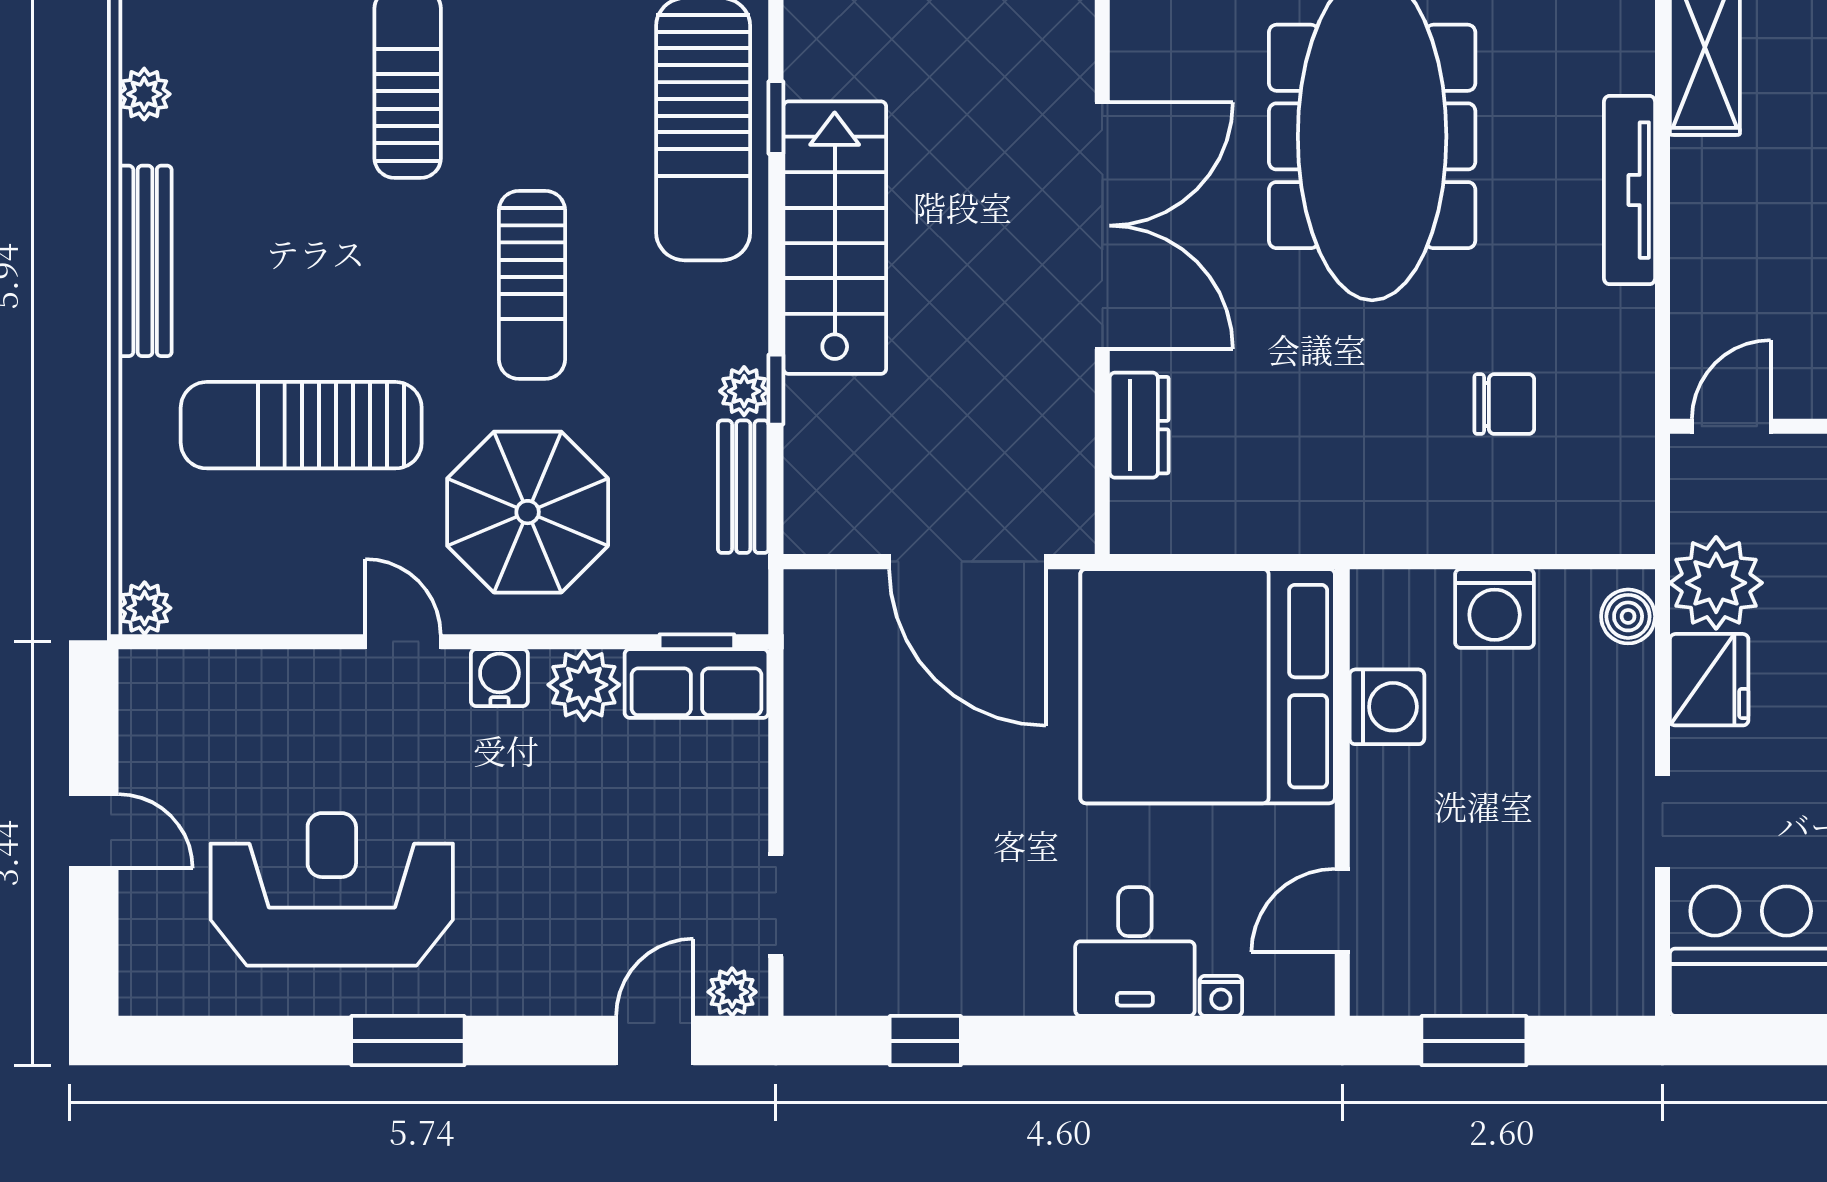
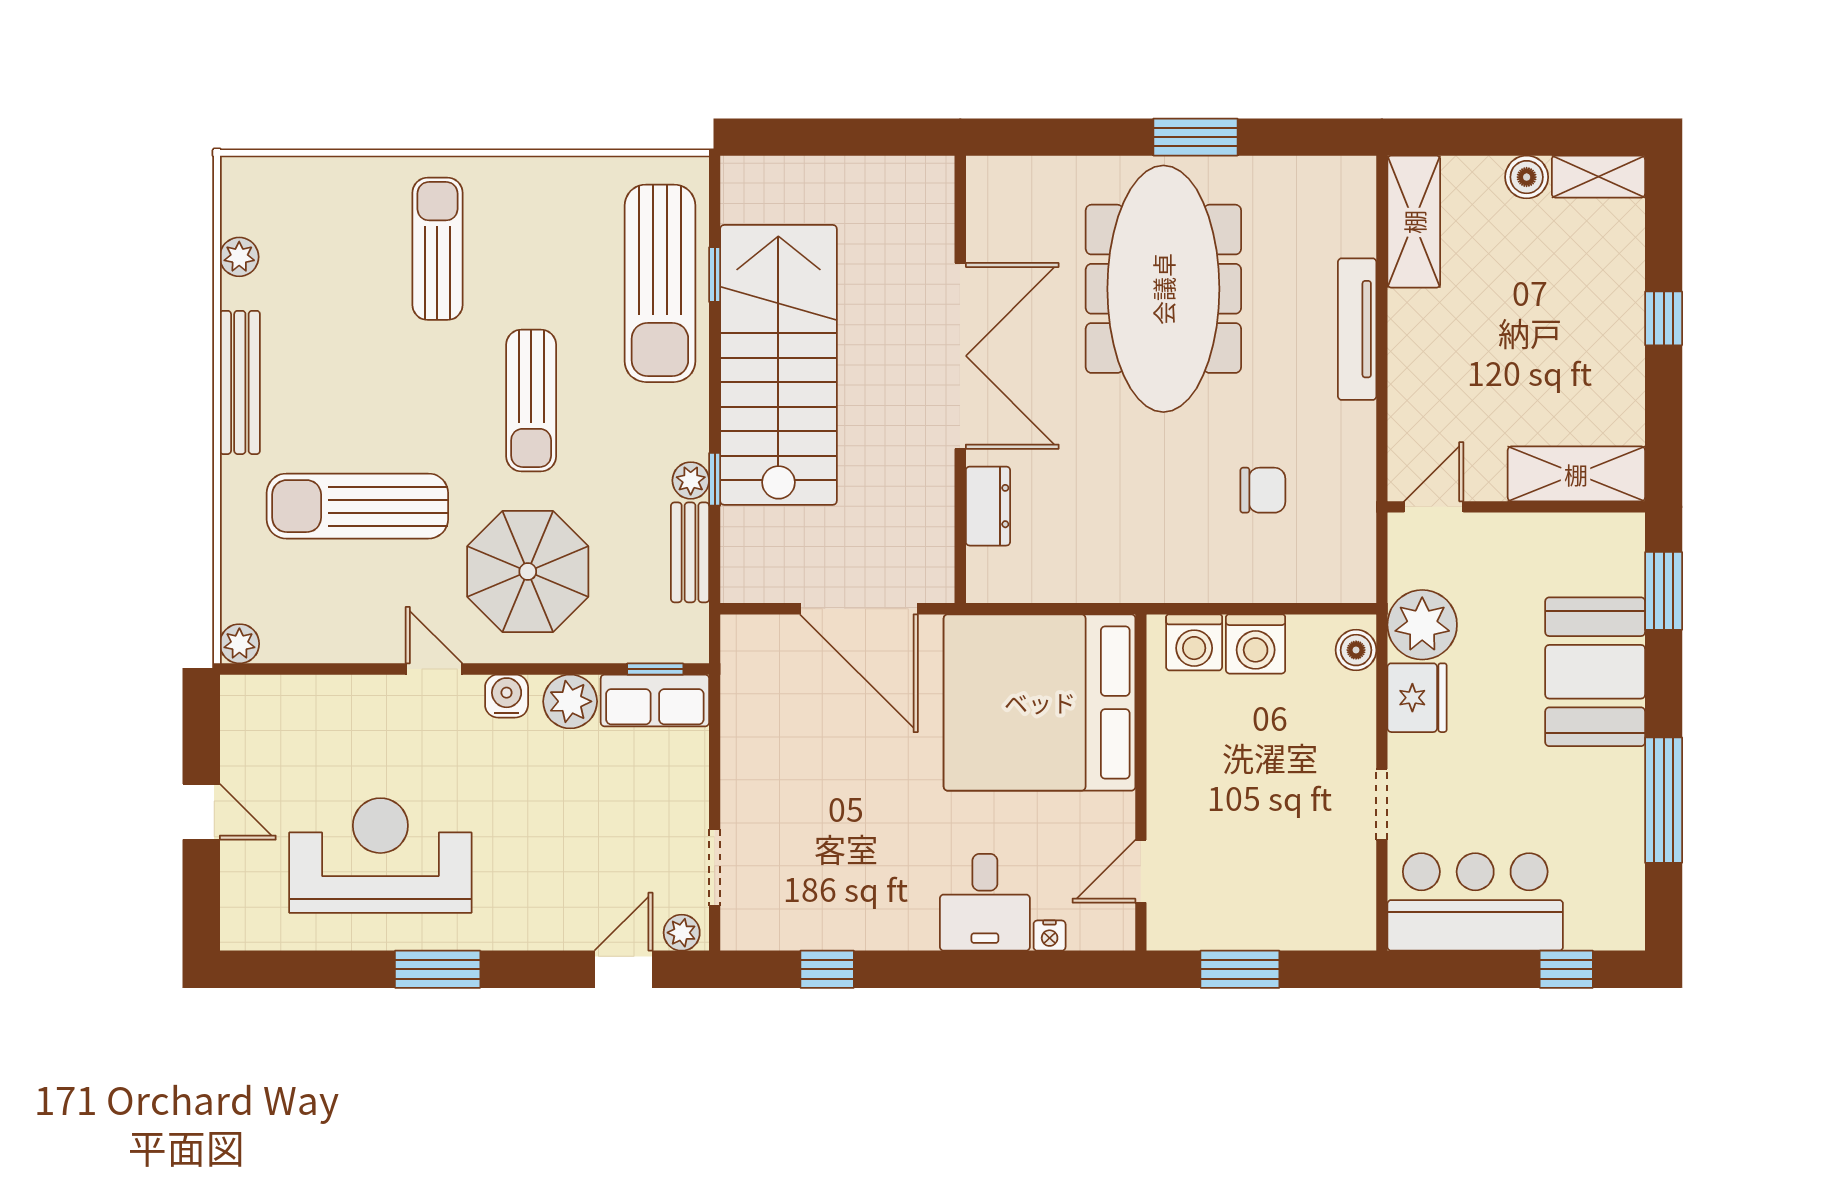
stairs: (835, 238) -> (778, 365), width x1.36, depth x1.51
washing machine: (1387, 707) -> (1194, 642), moved, turned 90

